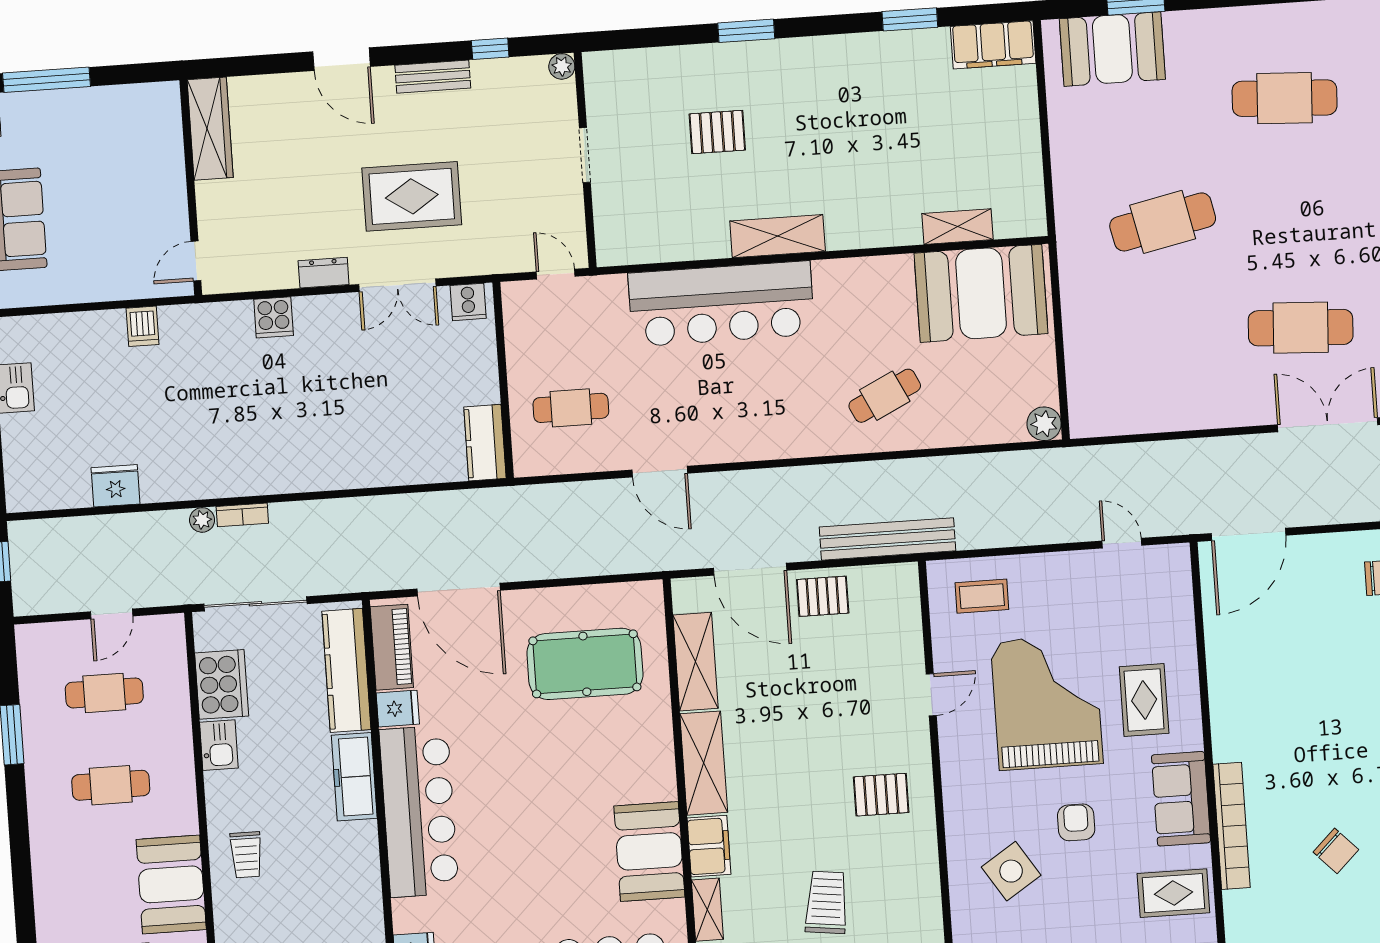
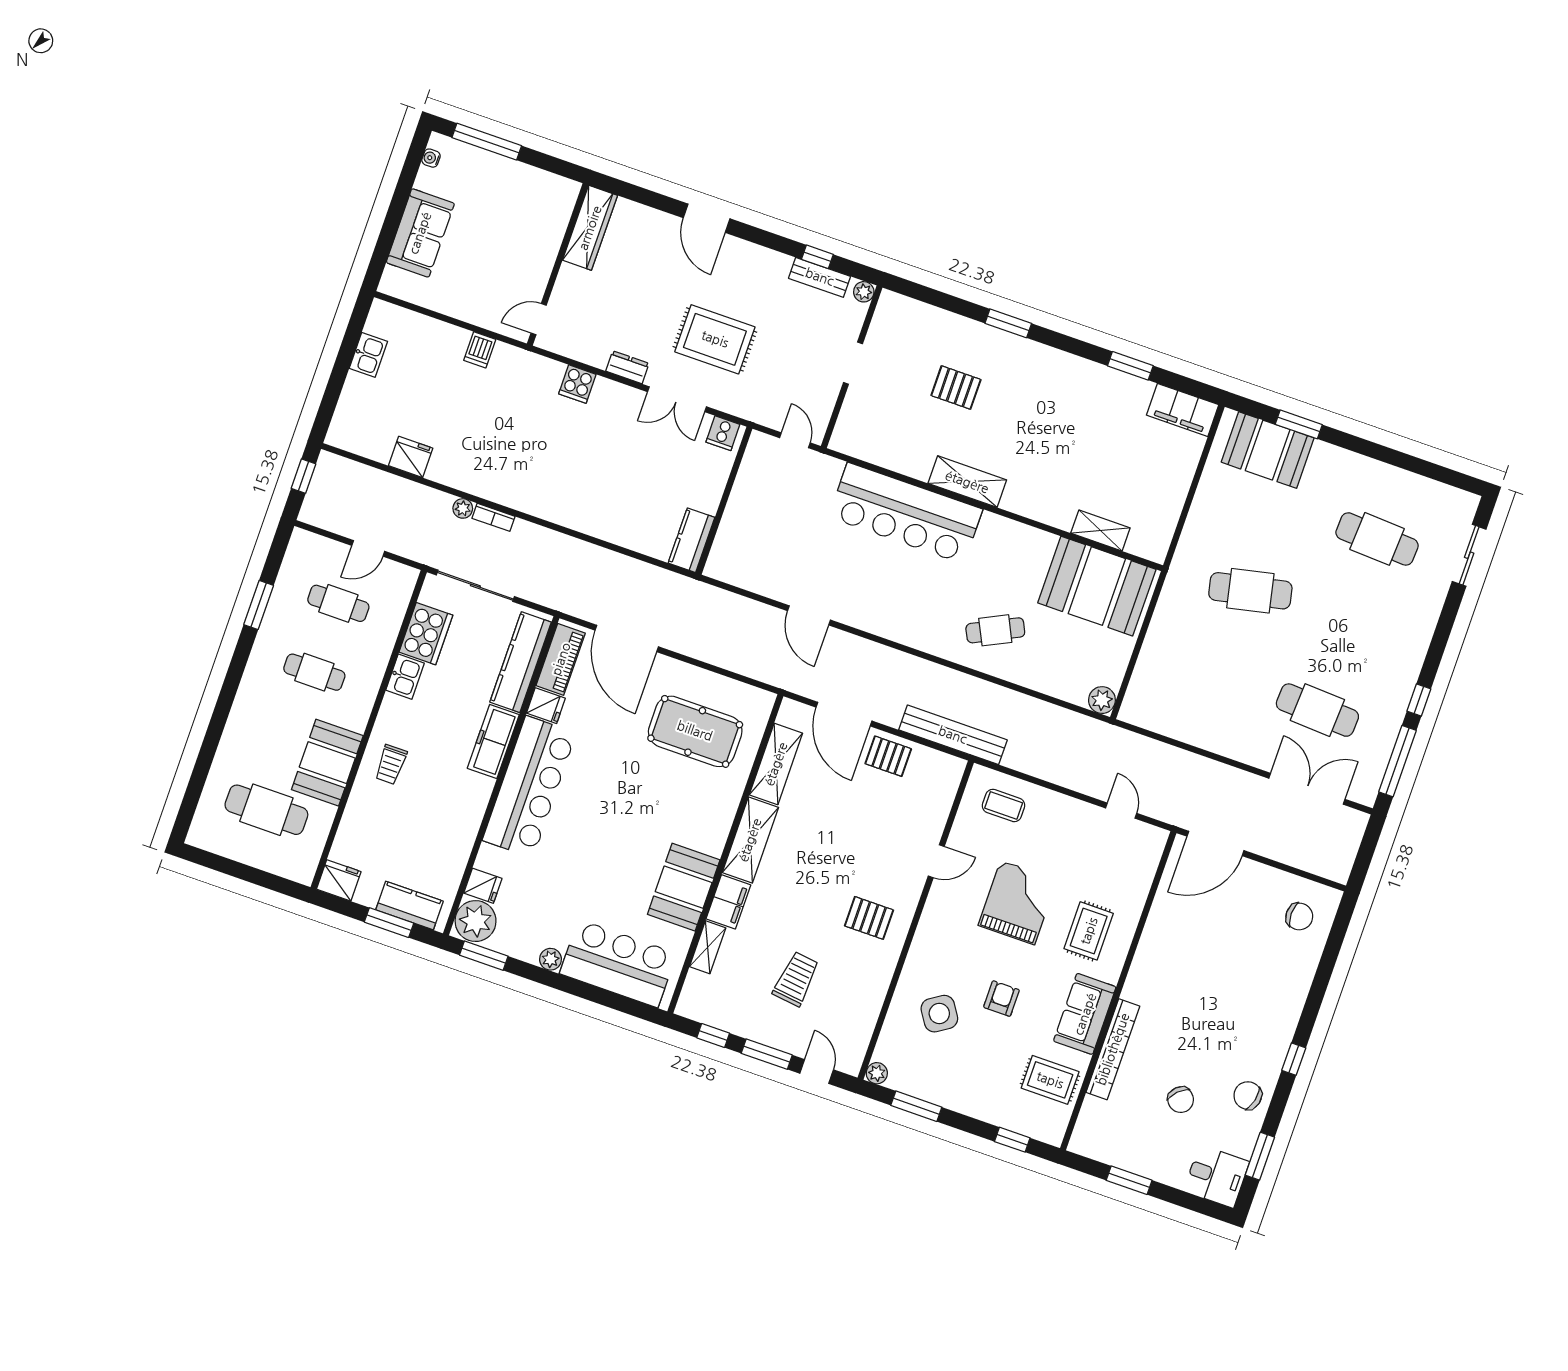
bench: (433, 77) -> (820, 277), moved
cafe table: (571, 408) -> (764, 542), removed
grand piano: (1047, 702) -> (1018, 902), width x0.73, depth x0.68

